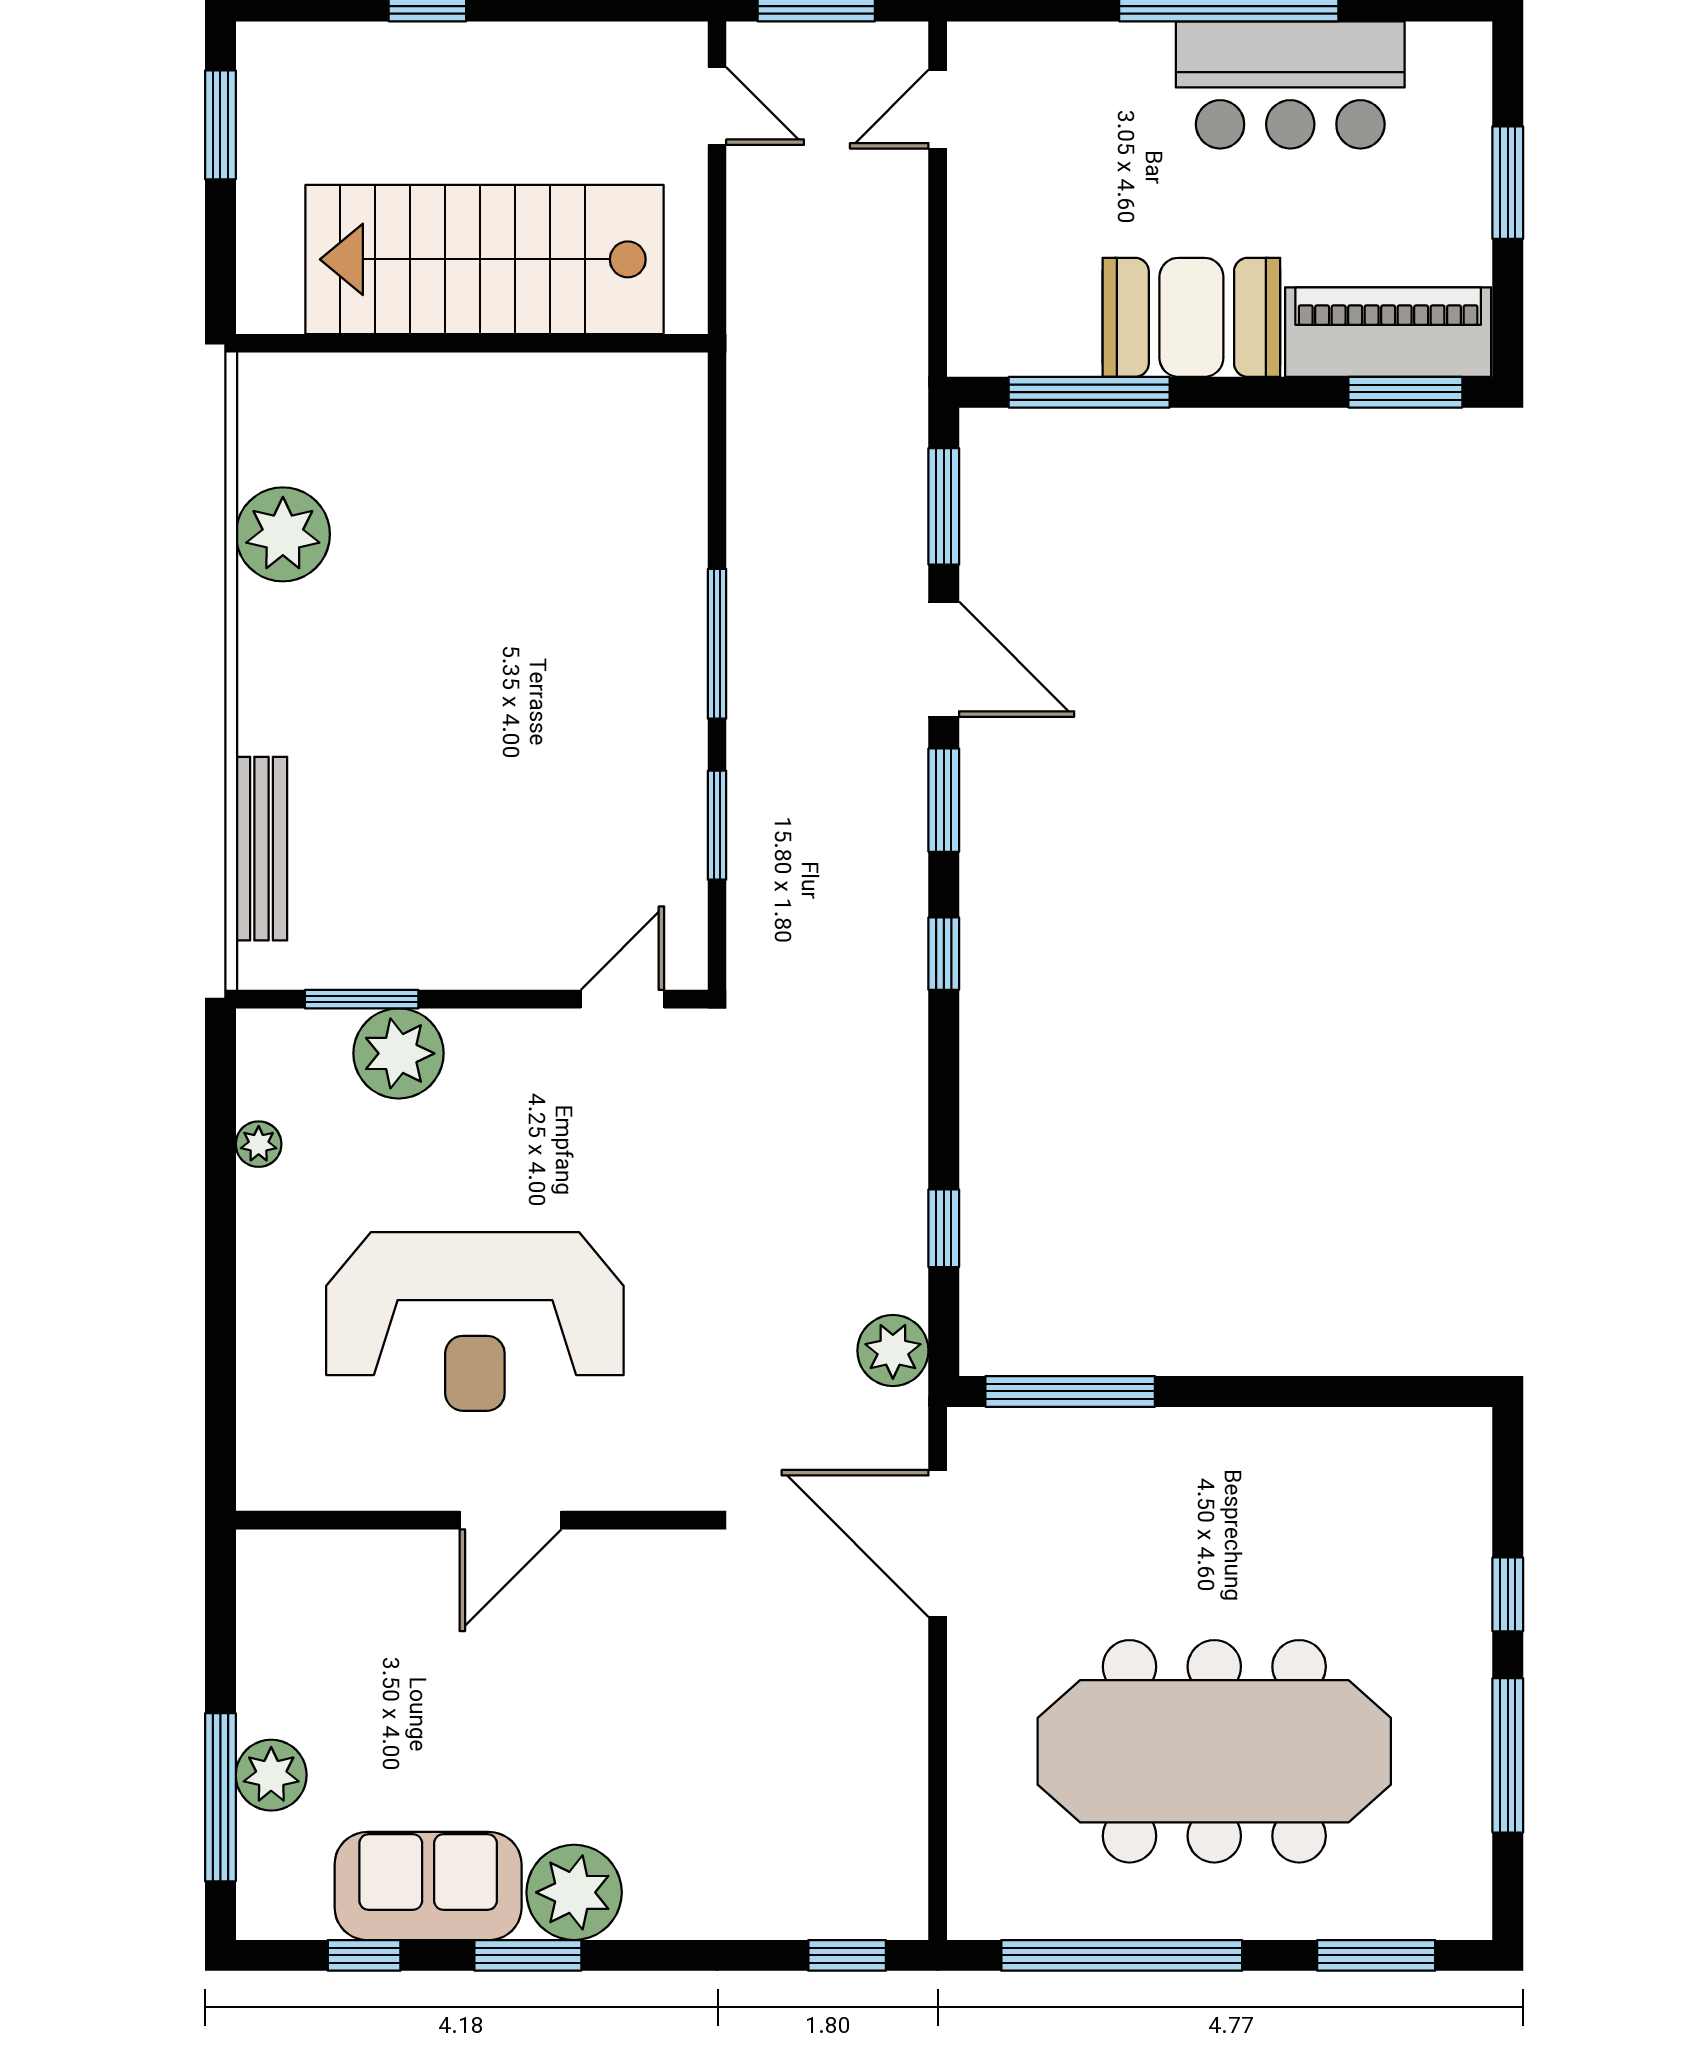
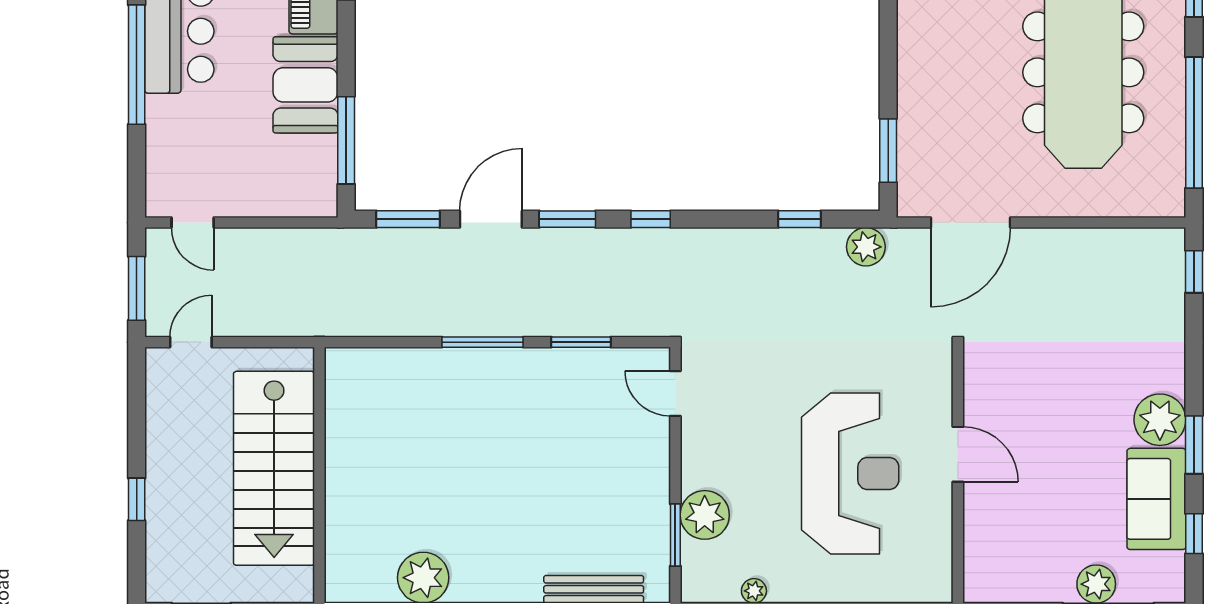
window: (1070, 1391) -> (888, 151), width x0.69

